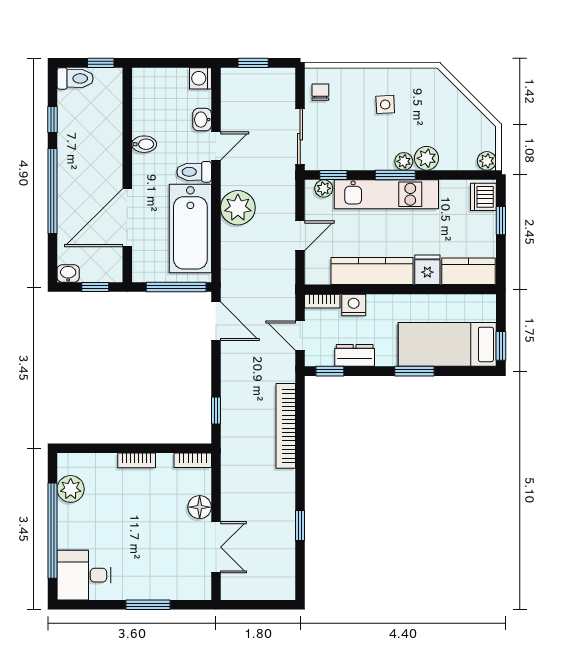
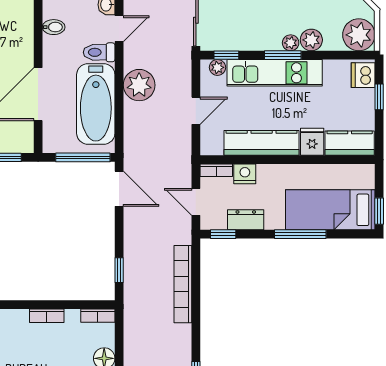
plant: (487, 161) -> (359, 35), width x1.87, depth x1.87
window: (414, 371) -> (300, 234), width x1.44

